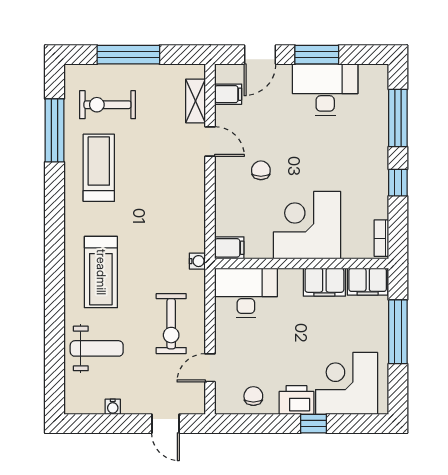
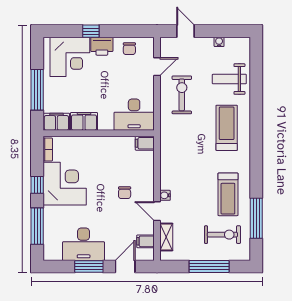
corner desk: (307, 225) -> (65, 184), moved, turned -90
water cooler: (197, 261) -> (165, 195), moved

